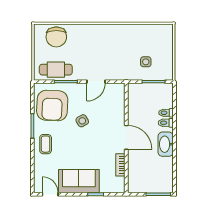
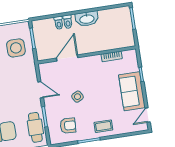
side table: (146, 62) -> (16, 48), width x1.87, depth x1.87
armchair: (52, 106) -> (68, 126), width x0.53, depth x0.53
door: (126, 137) -> (67, 58), moved

